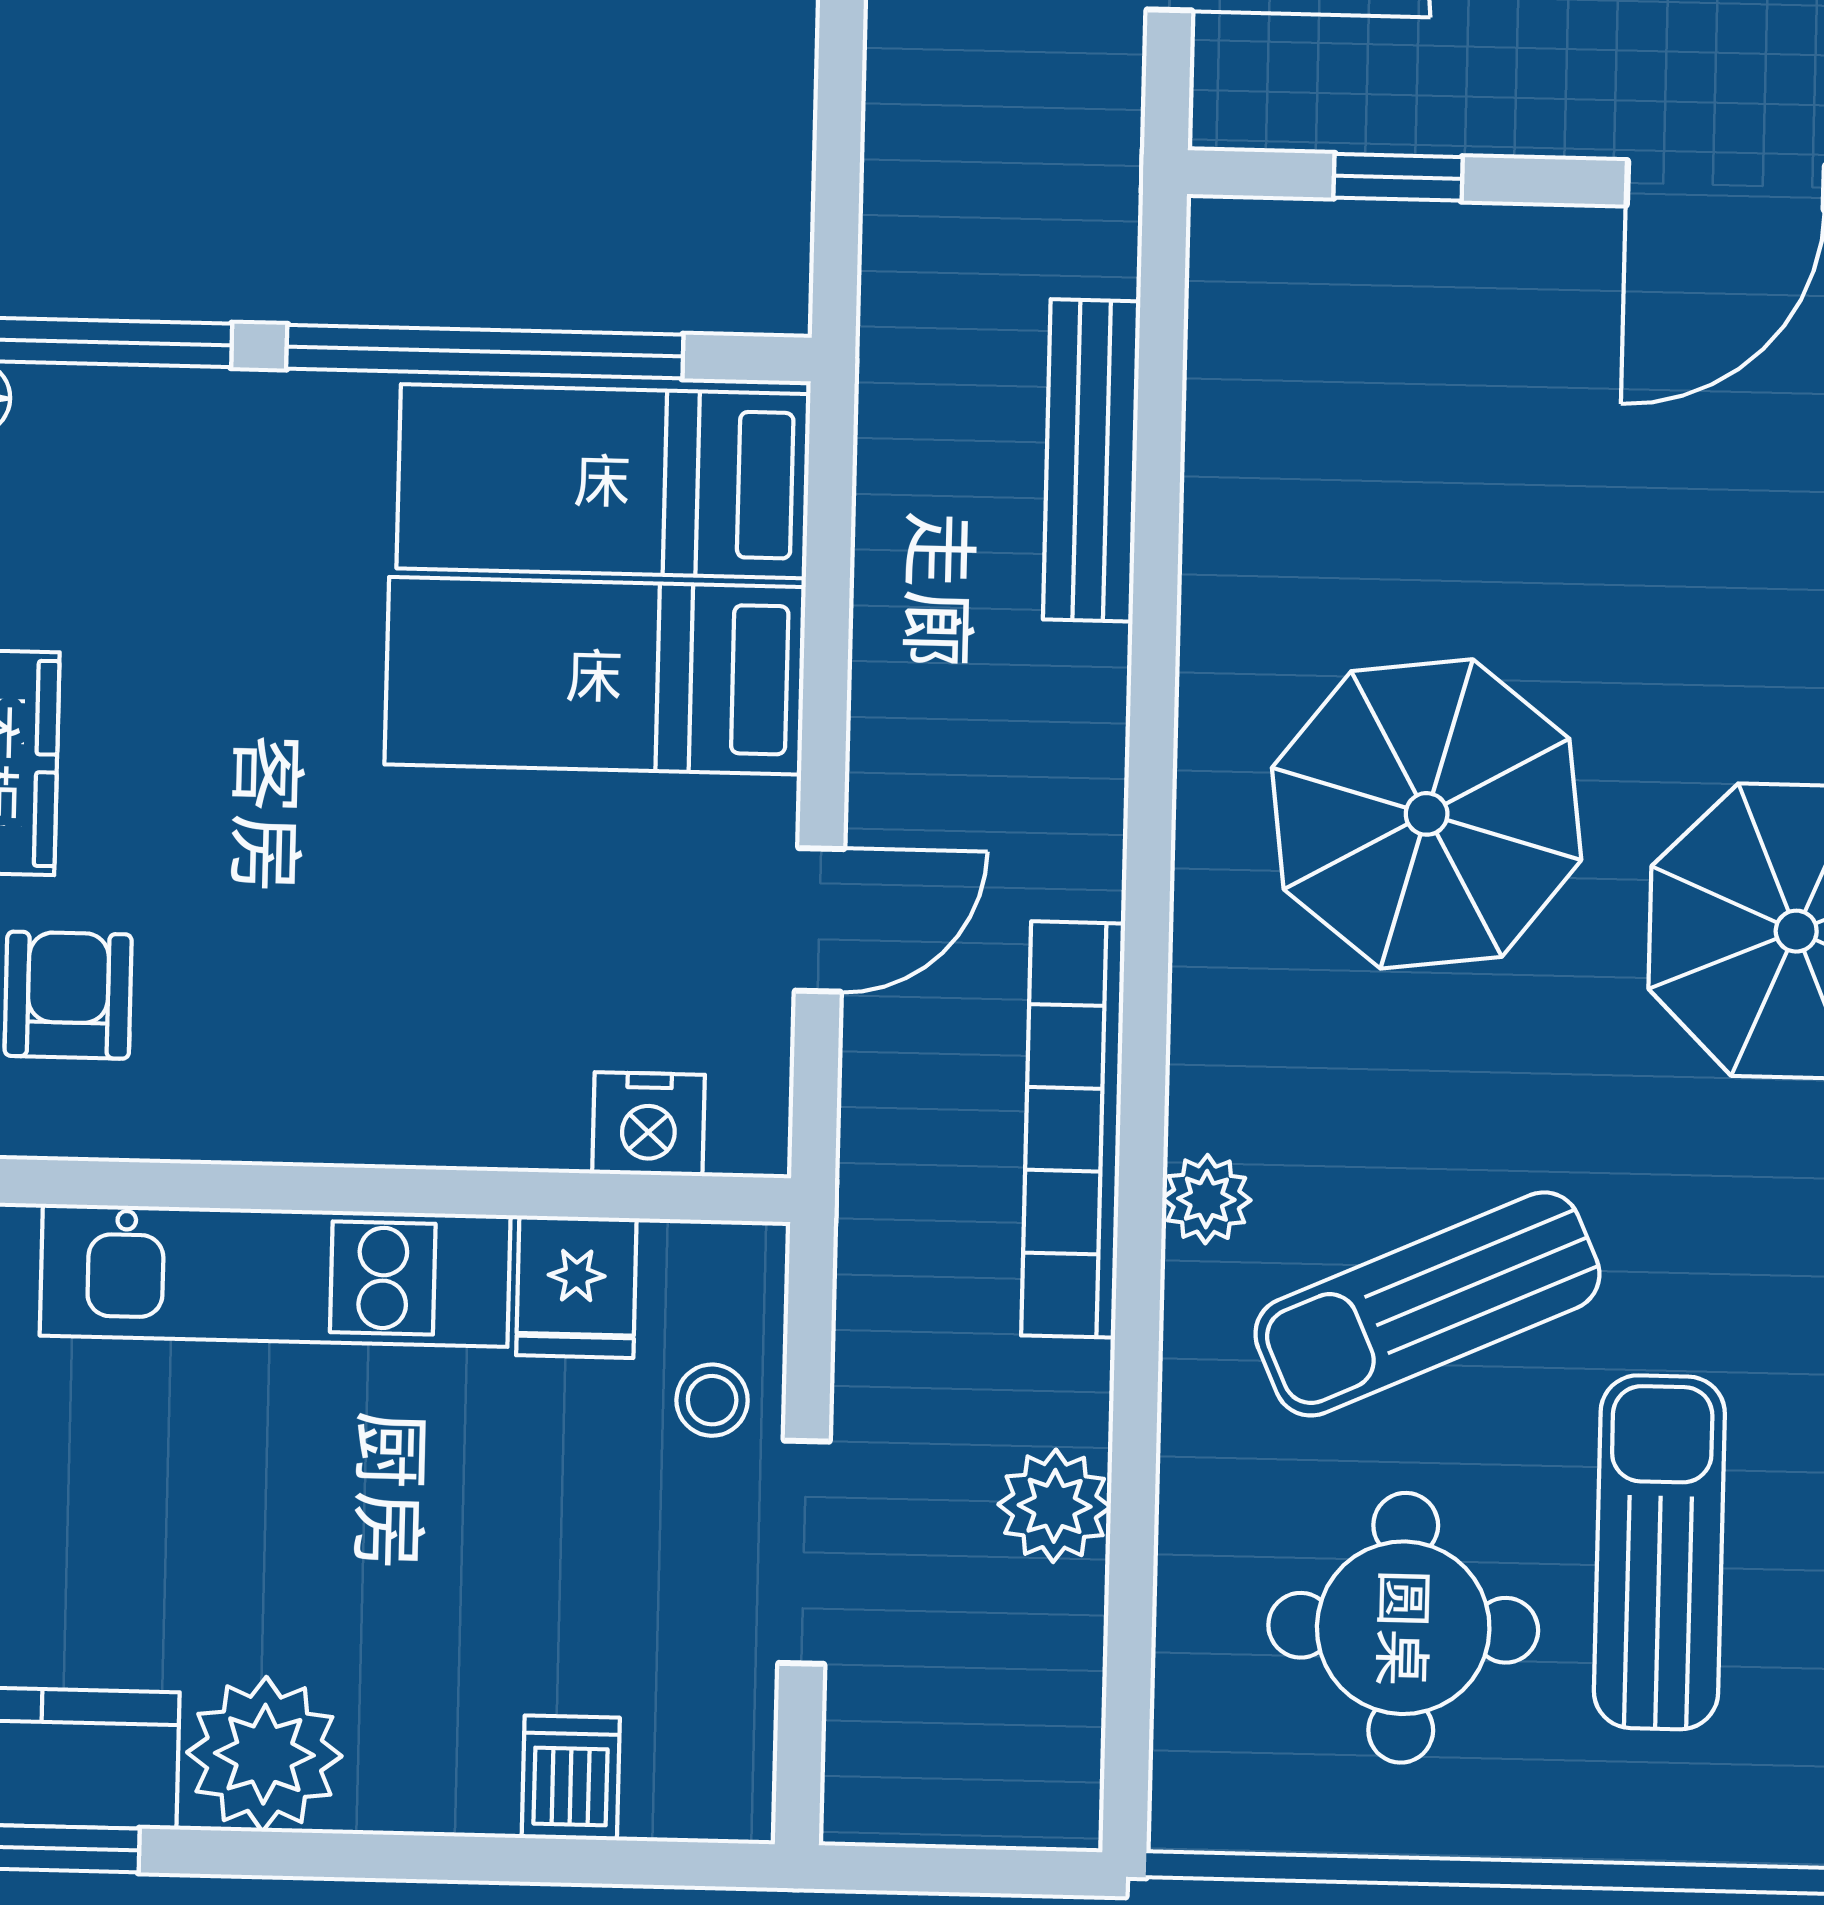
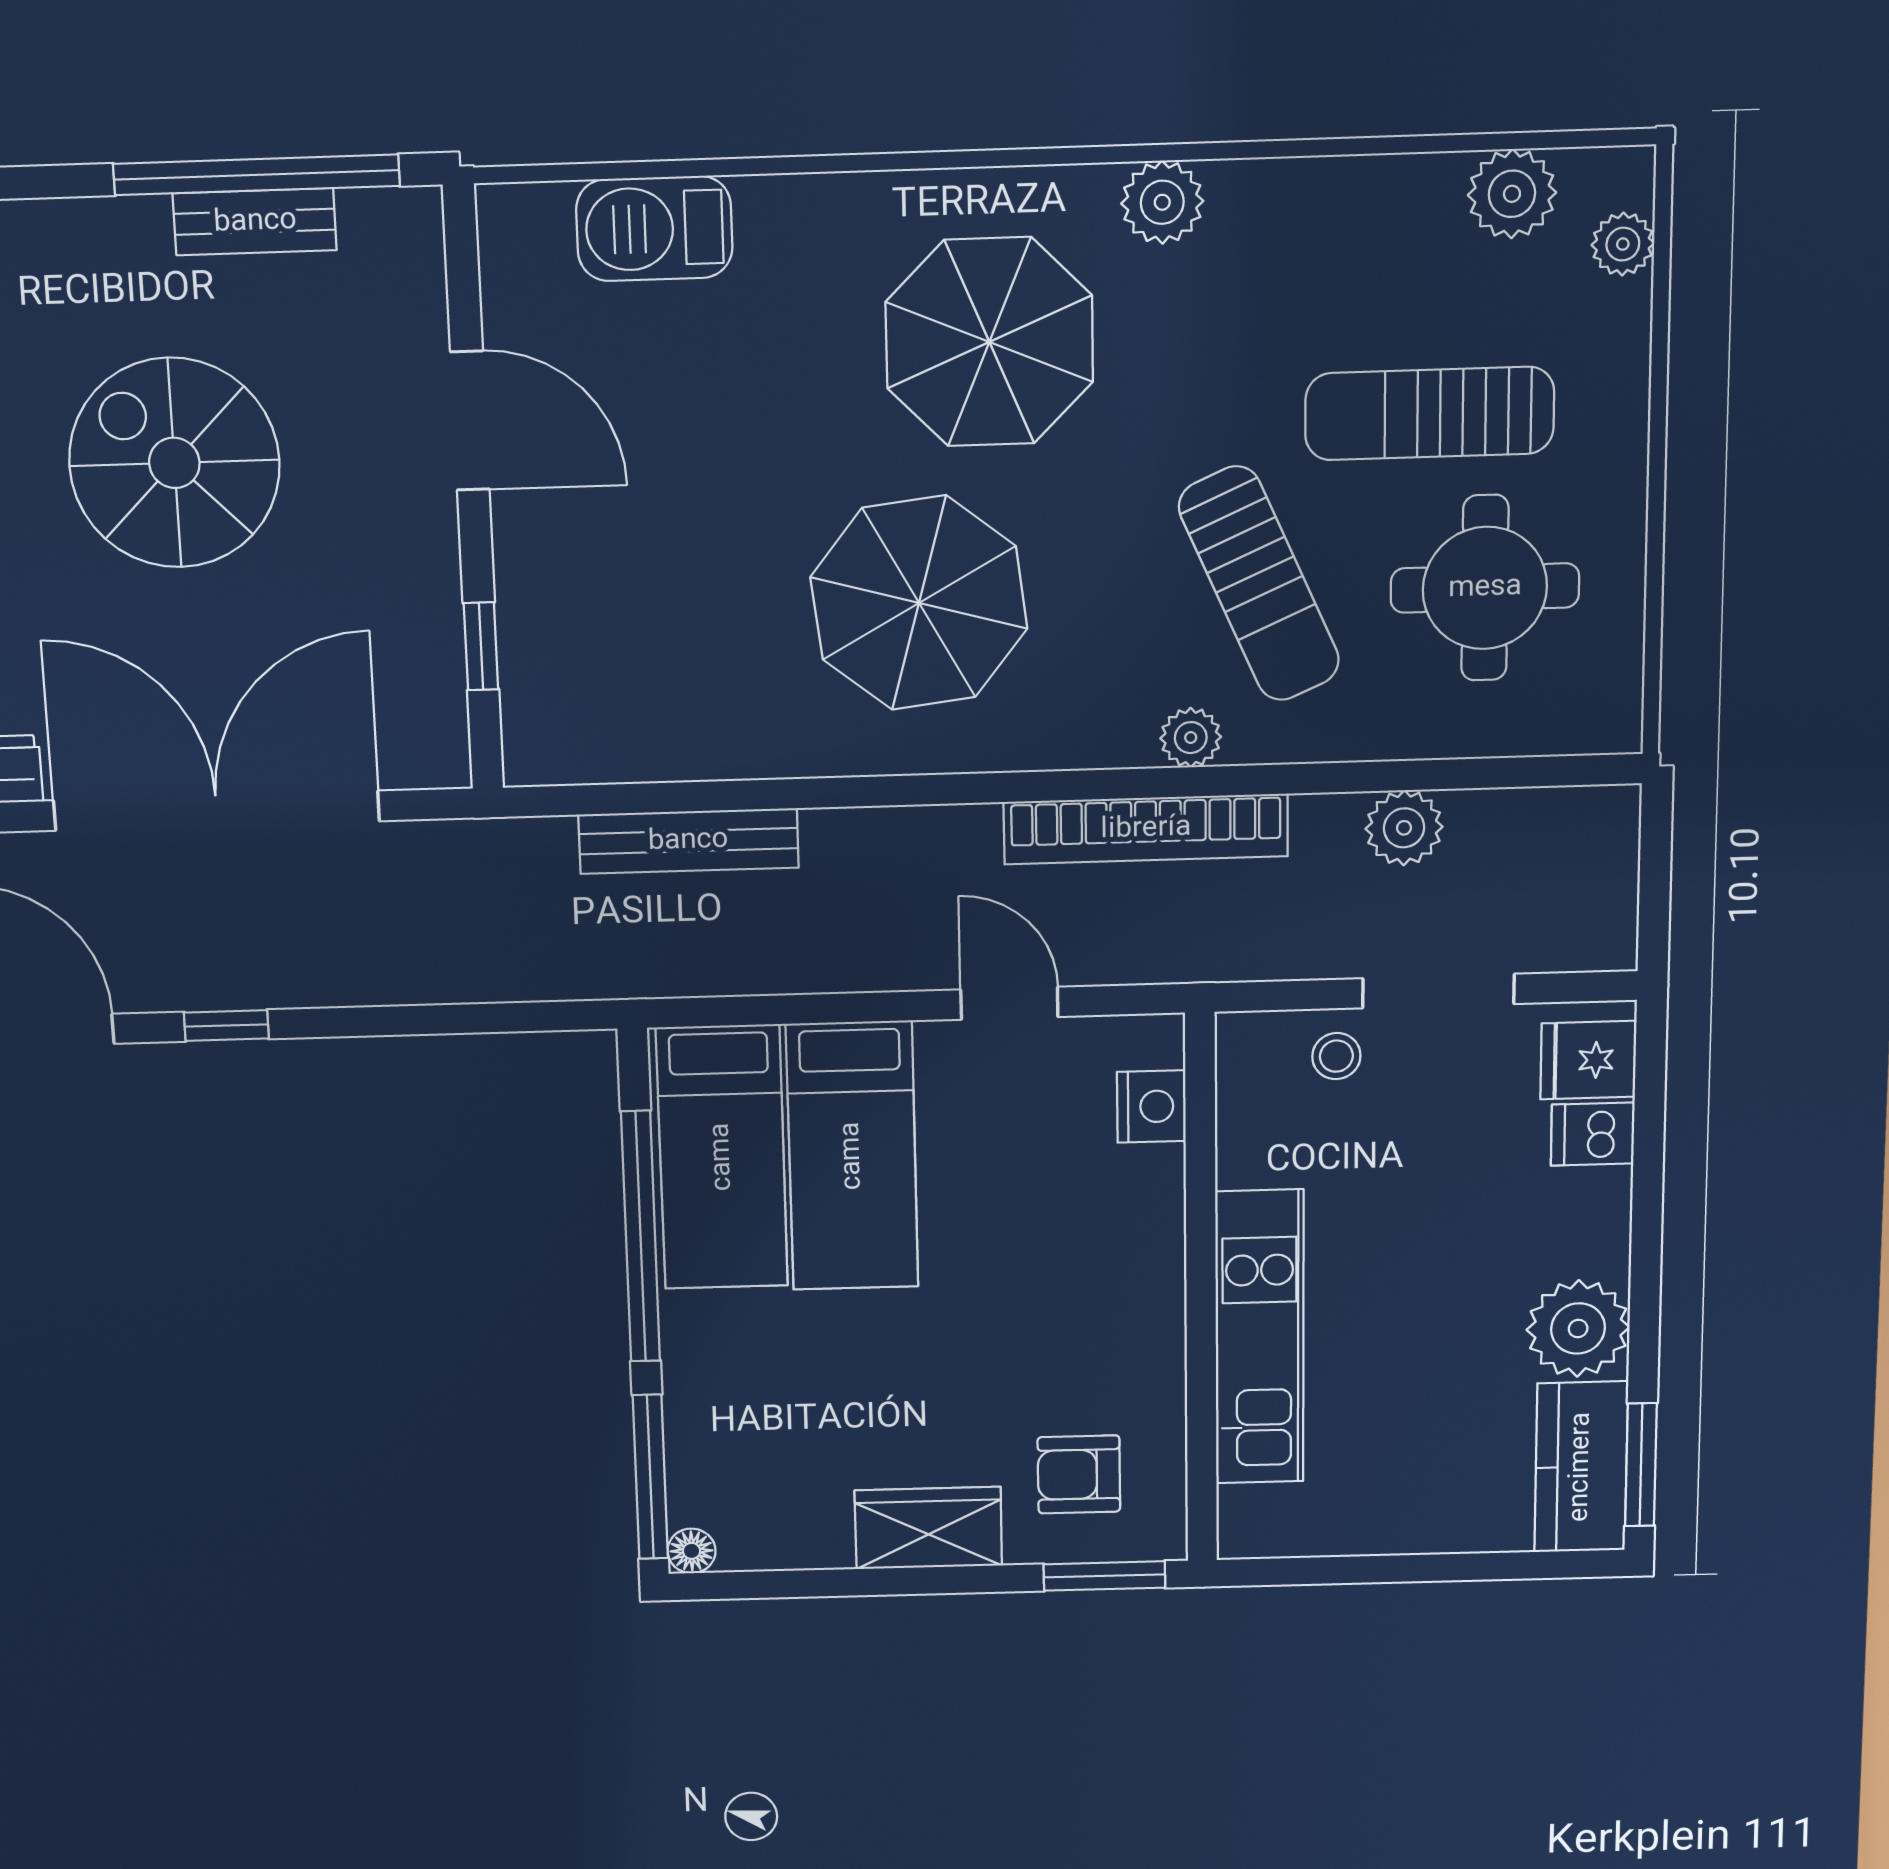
fridge: (576, 1287) -> (1588, 1060), moved, turned 180

